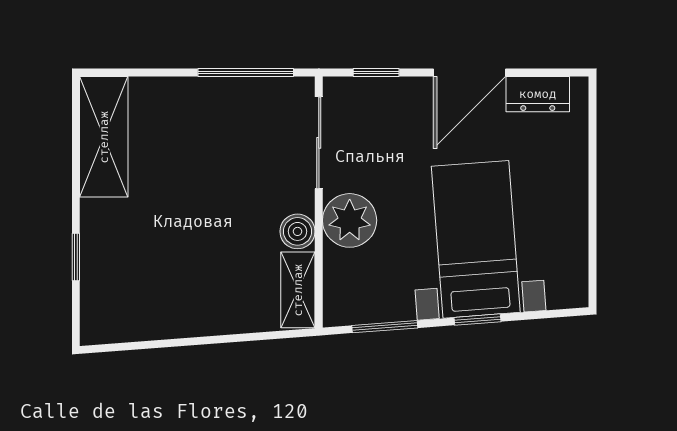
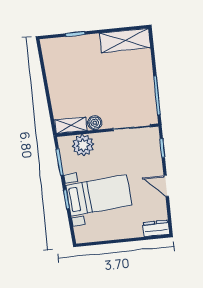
door: (470, 73) -> (166, 186), width x0.73
dresser: (538, 94) -> (156, 228), moved, turned 90
plant: (350, 220) -> (83, 145), moved

